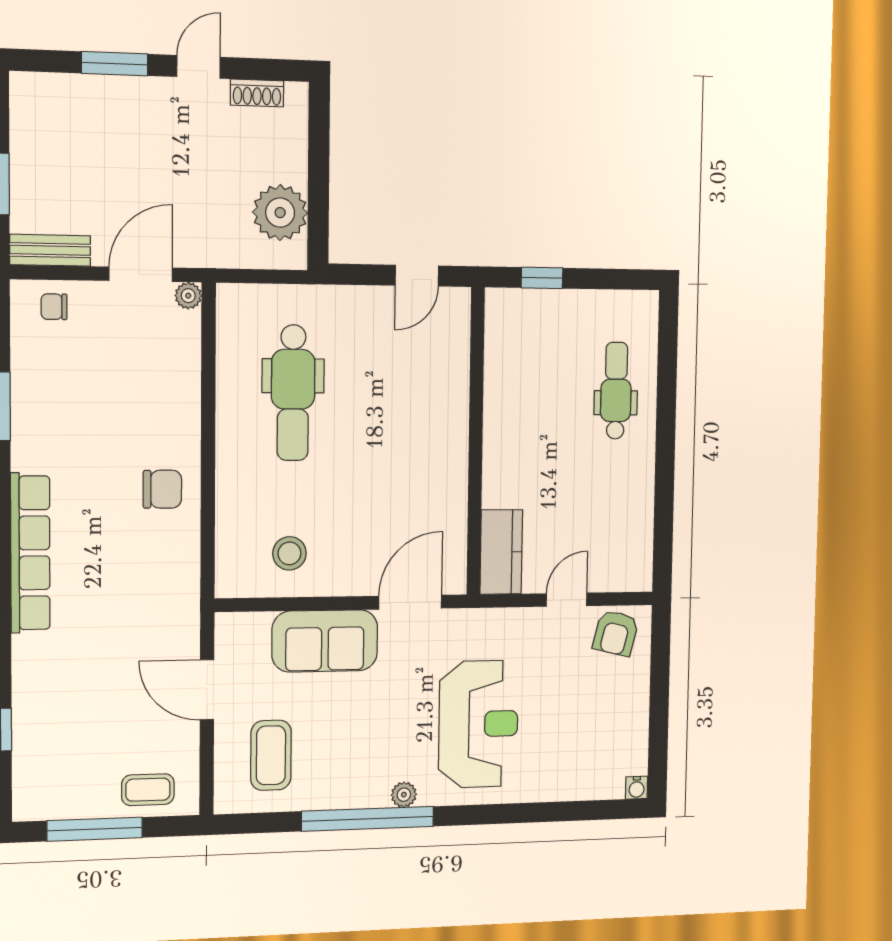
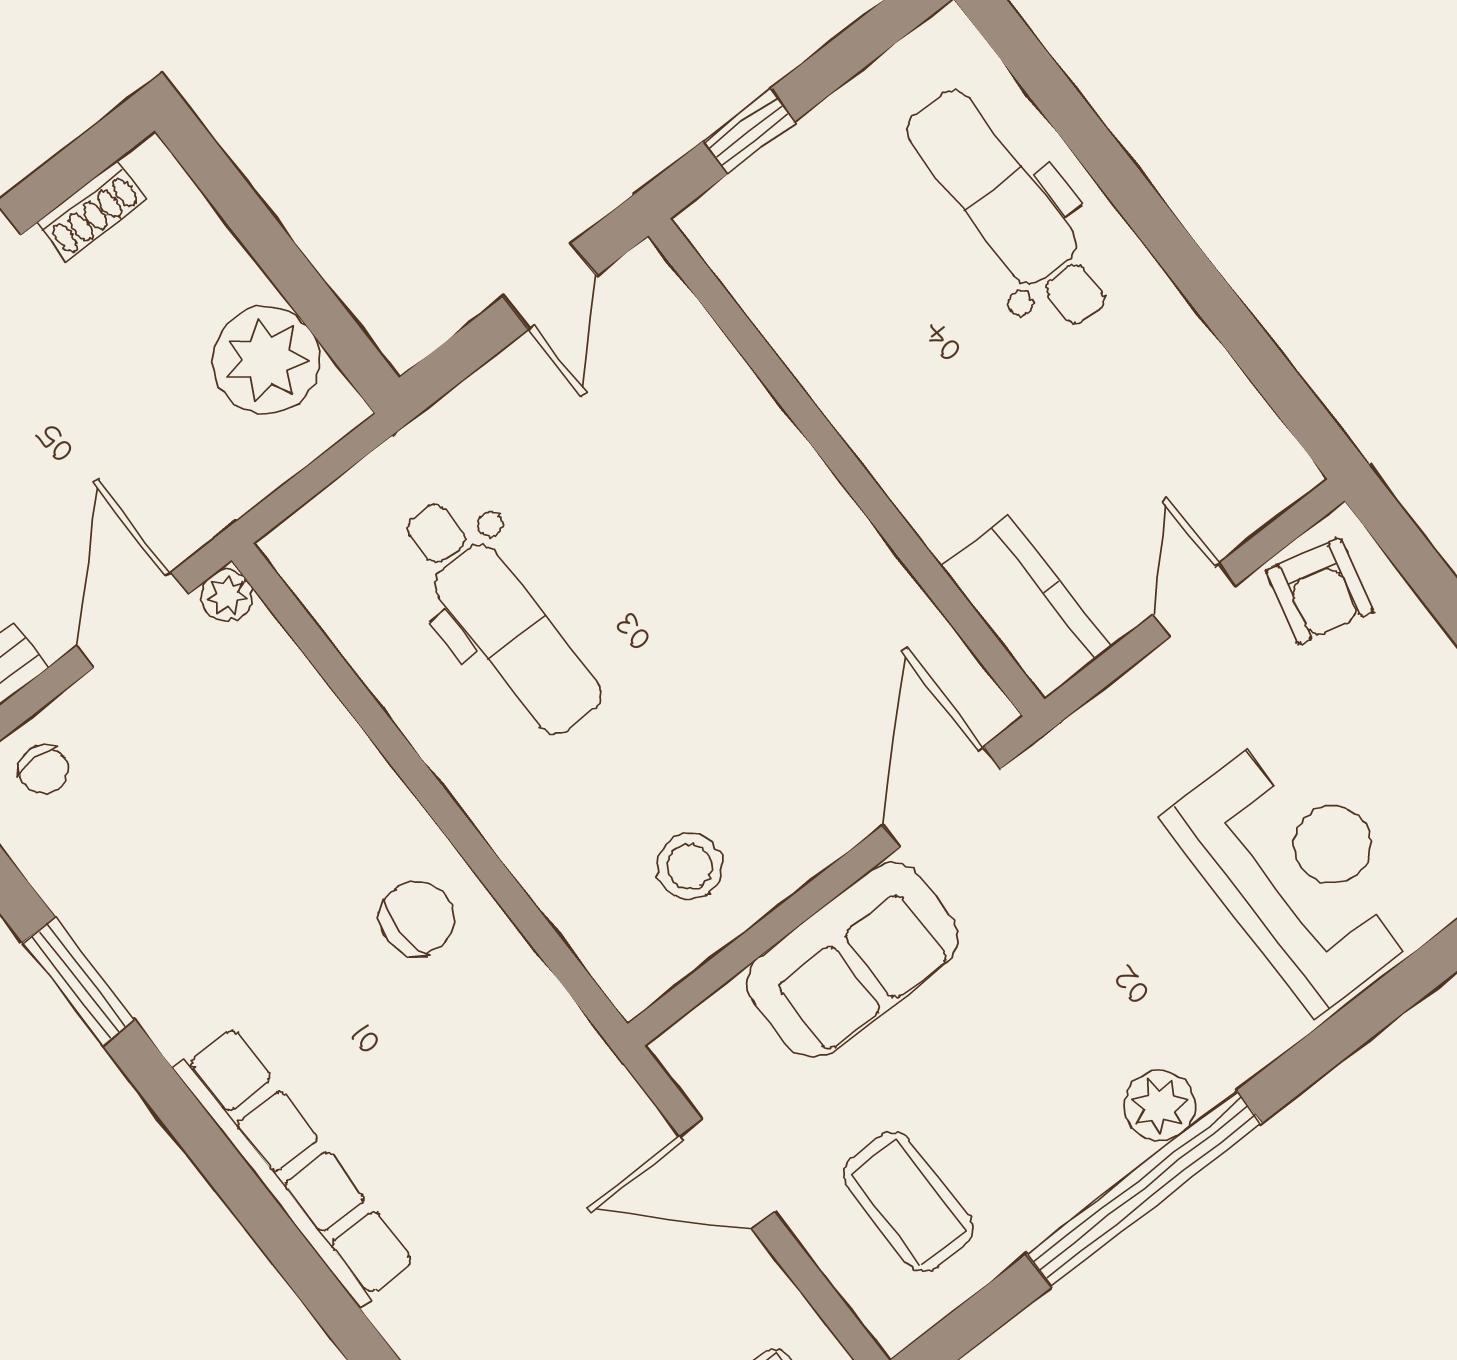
chair: (54, 307) -> (43, 770), turned -90
dental chair: (616, 391) -> (1010, 210), width x1.36, depth x1.38
reception desk: (478, 724) -> (1299, 870), moved
plant: (404, 795) -> (1159, 1106), width x1.38, depth x1.38

